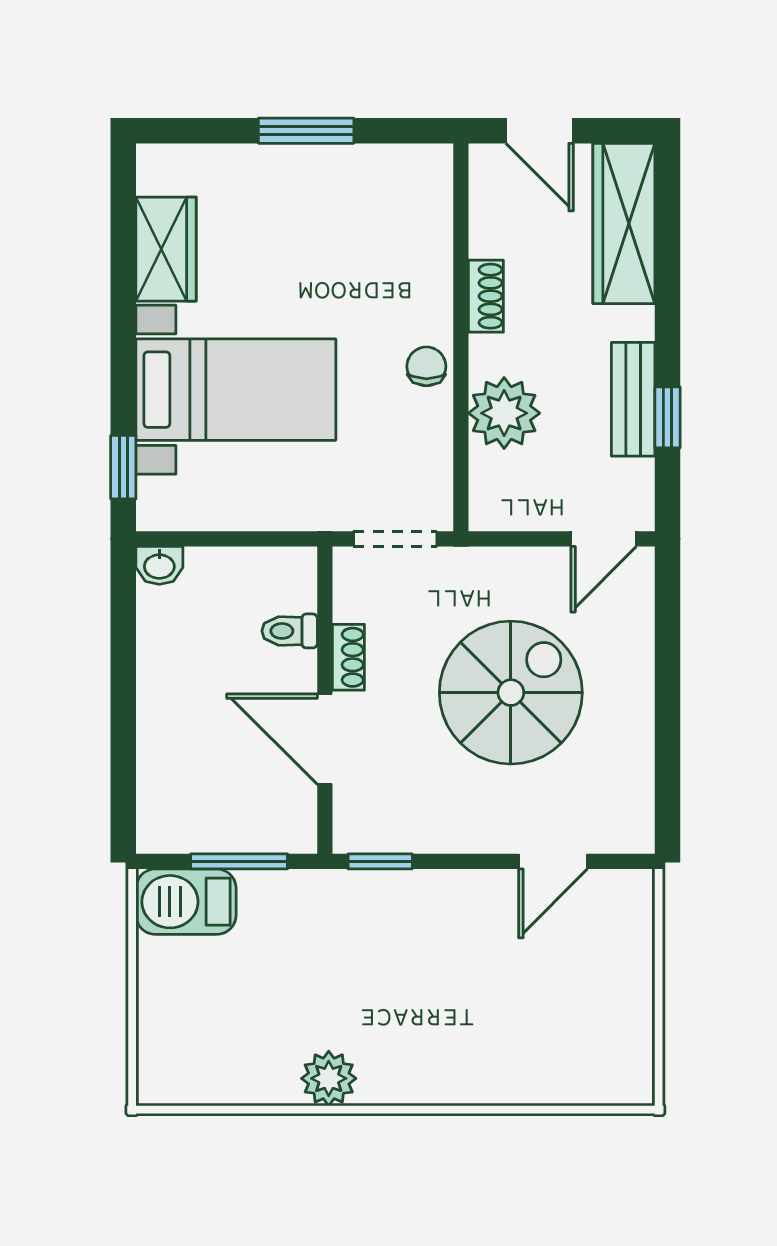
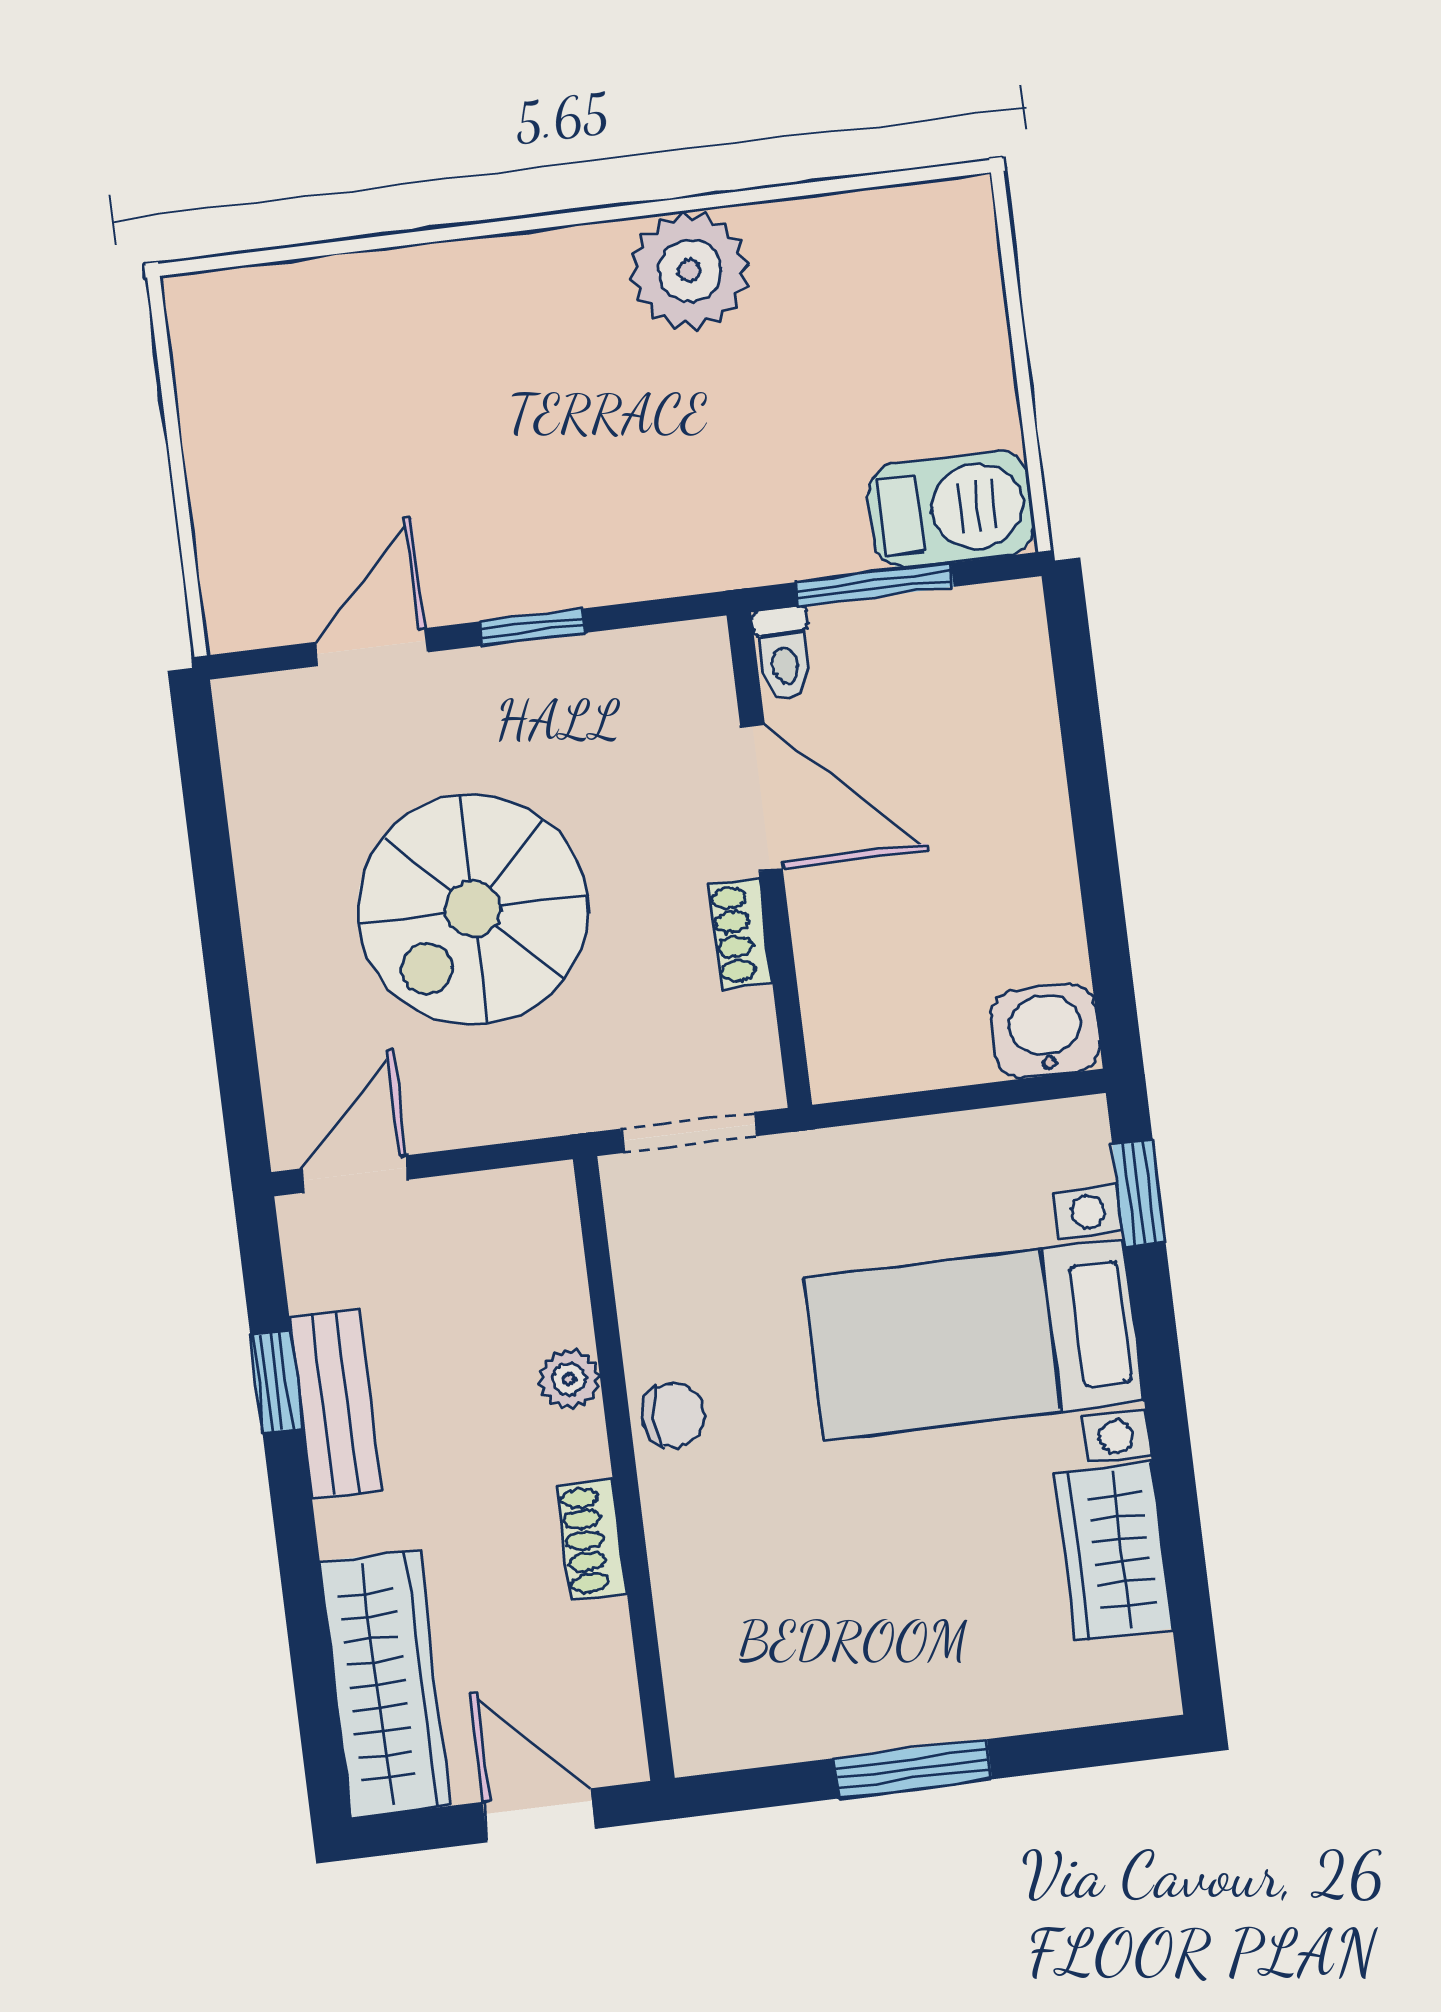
chair: (426, 366) -> (673, 1415), turned -90
plant: (504, 413) -> (569, 1379), width x0.53, depth x0.53
washbasin: (159, 565) -> (1045, 1031), width x1.38, depth x1.45
toilet: (290, 631) -> (784, 653), moved, turned 90
window: (380, 861) -> (533, 627), moved
plant: (329, 1078) -> (690, 271), width x1.36, depth x1.36

